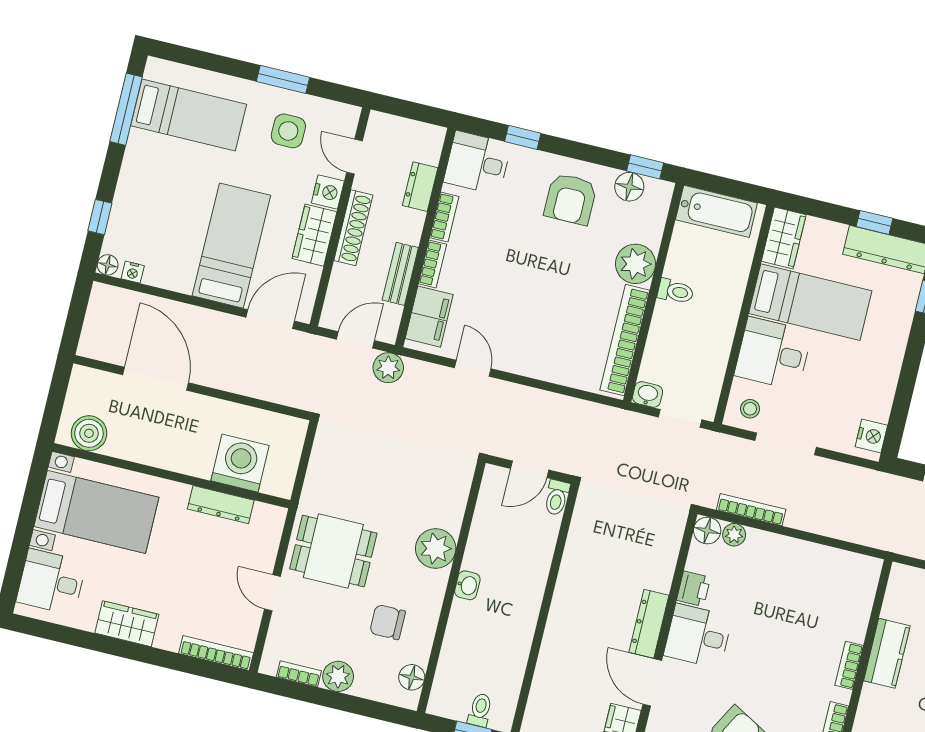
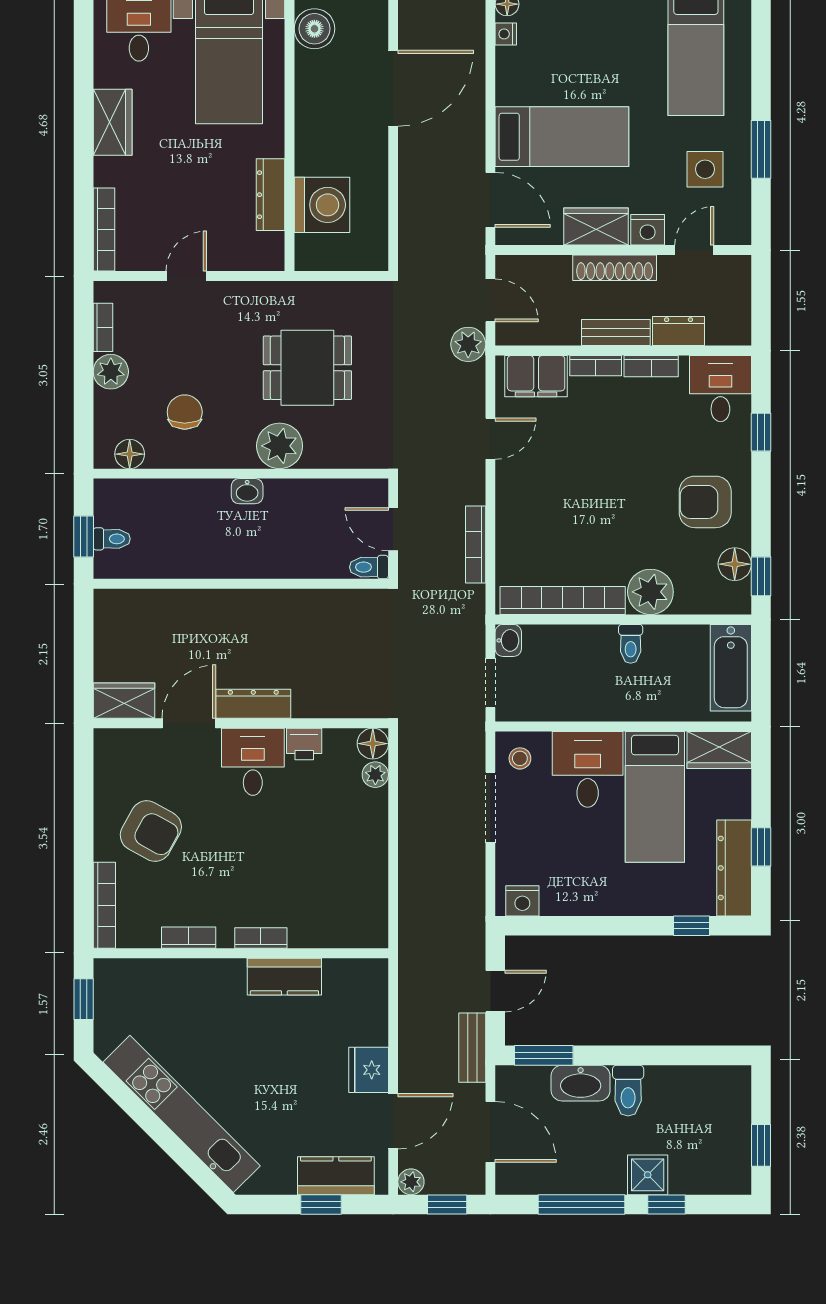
bench: (400, 274) -> (616, 333), moved
bookcase: (751, 510) -> (476, 544), moved, turned 180
dining table: (333, 551) -> (307, 368), moved, turned 90

